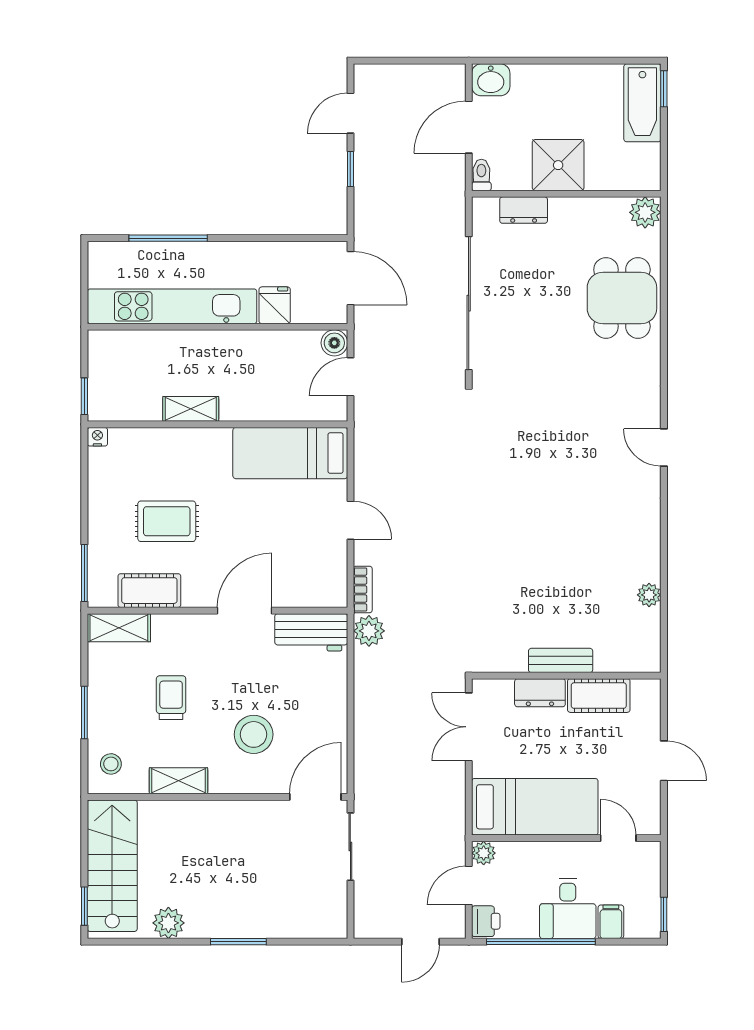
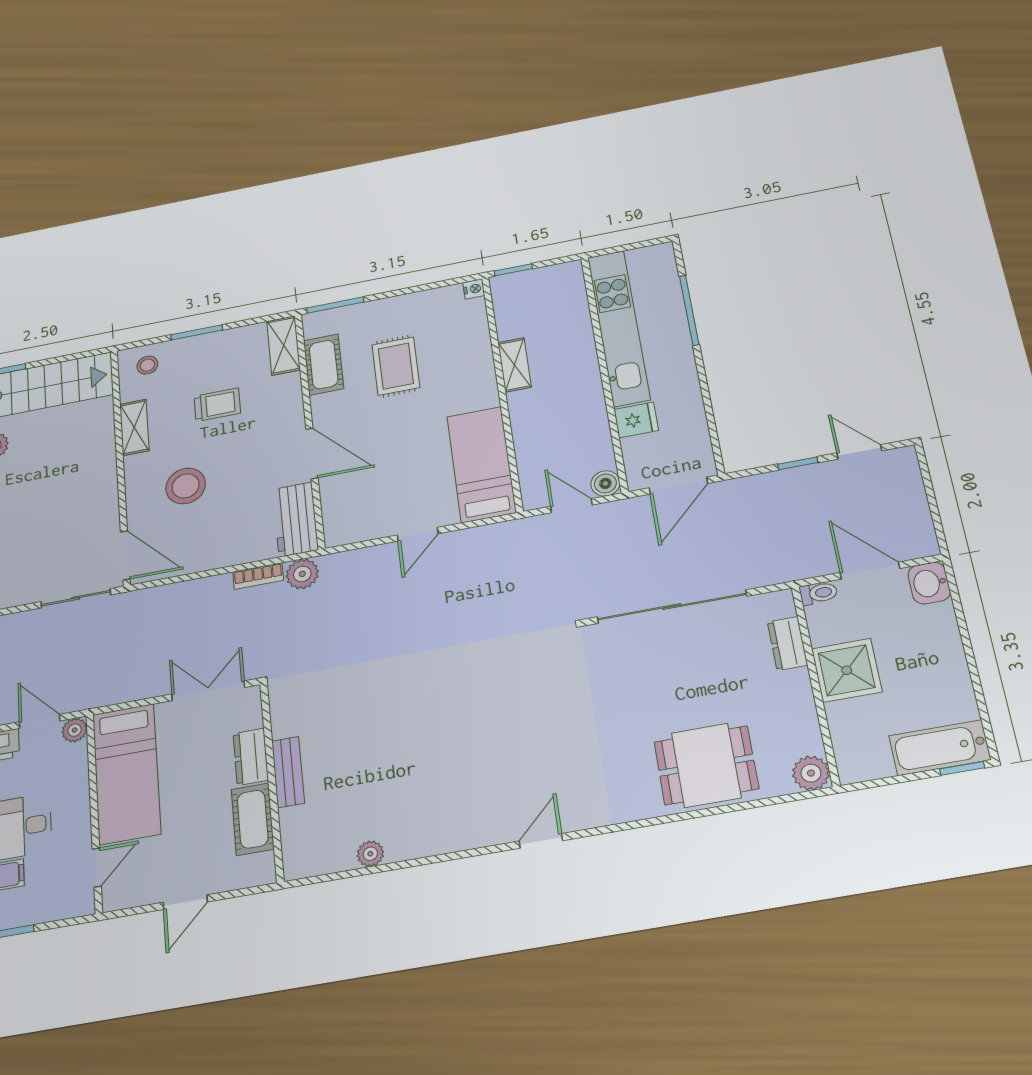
bookcase: (363, 590) -> (258, 576), moved

